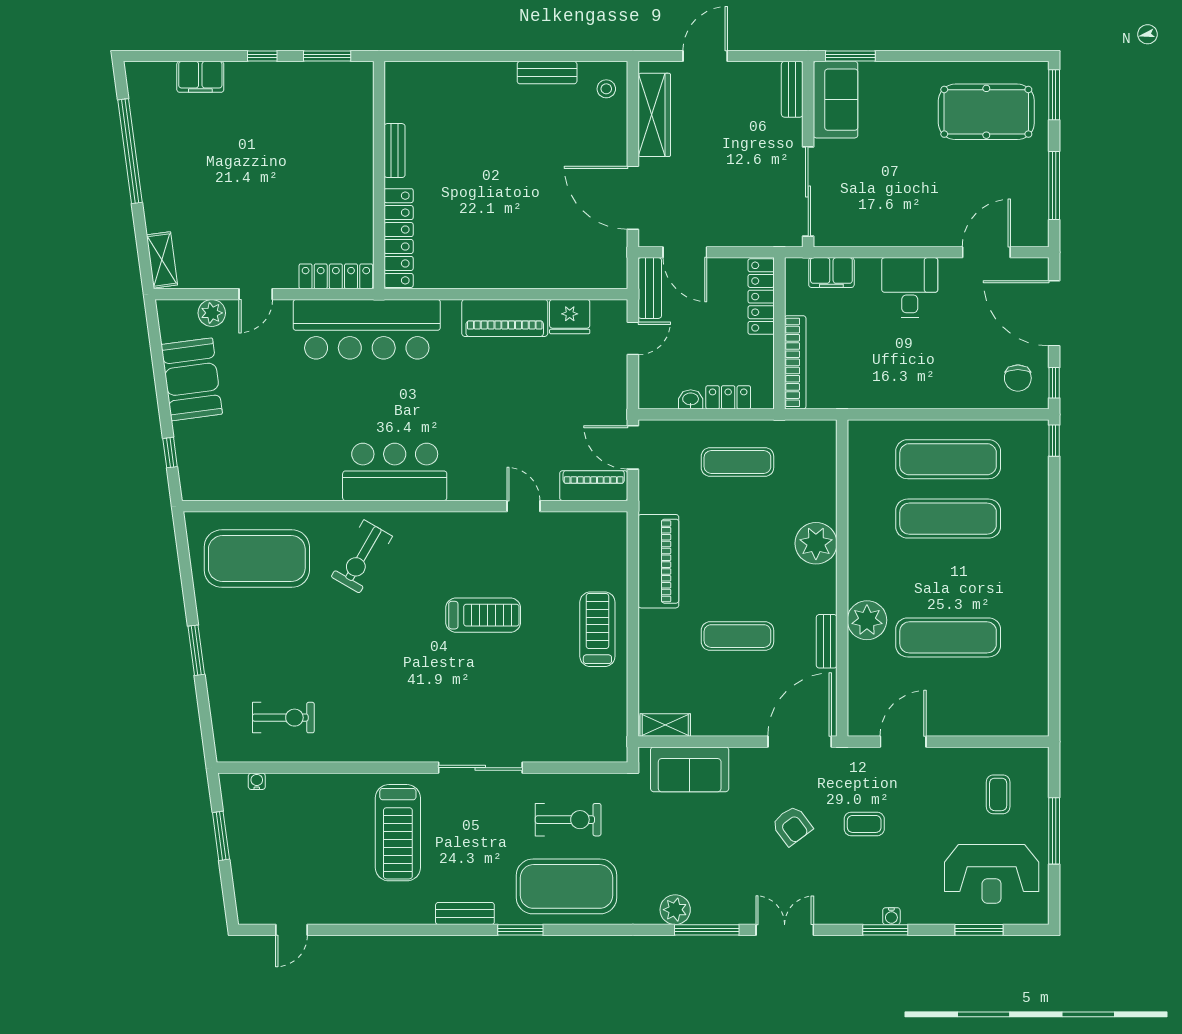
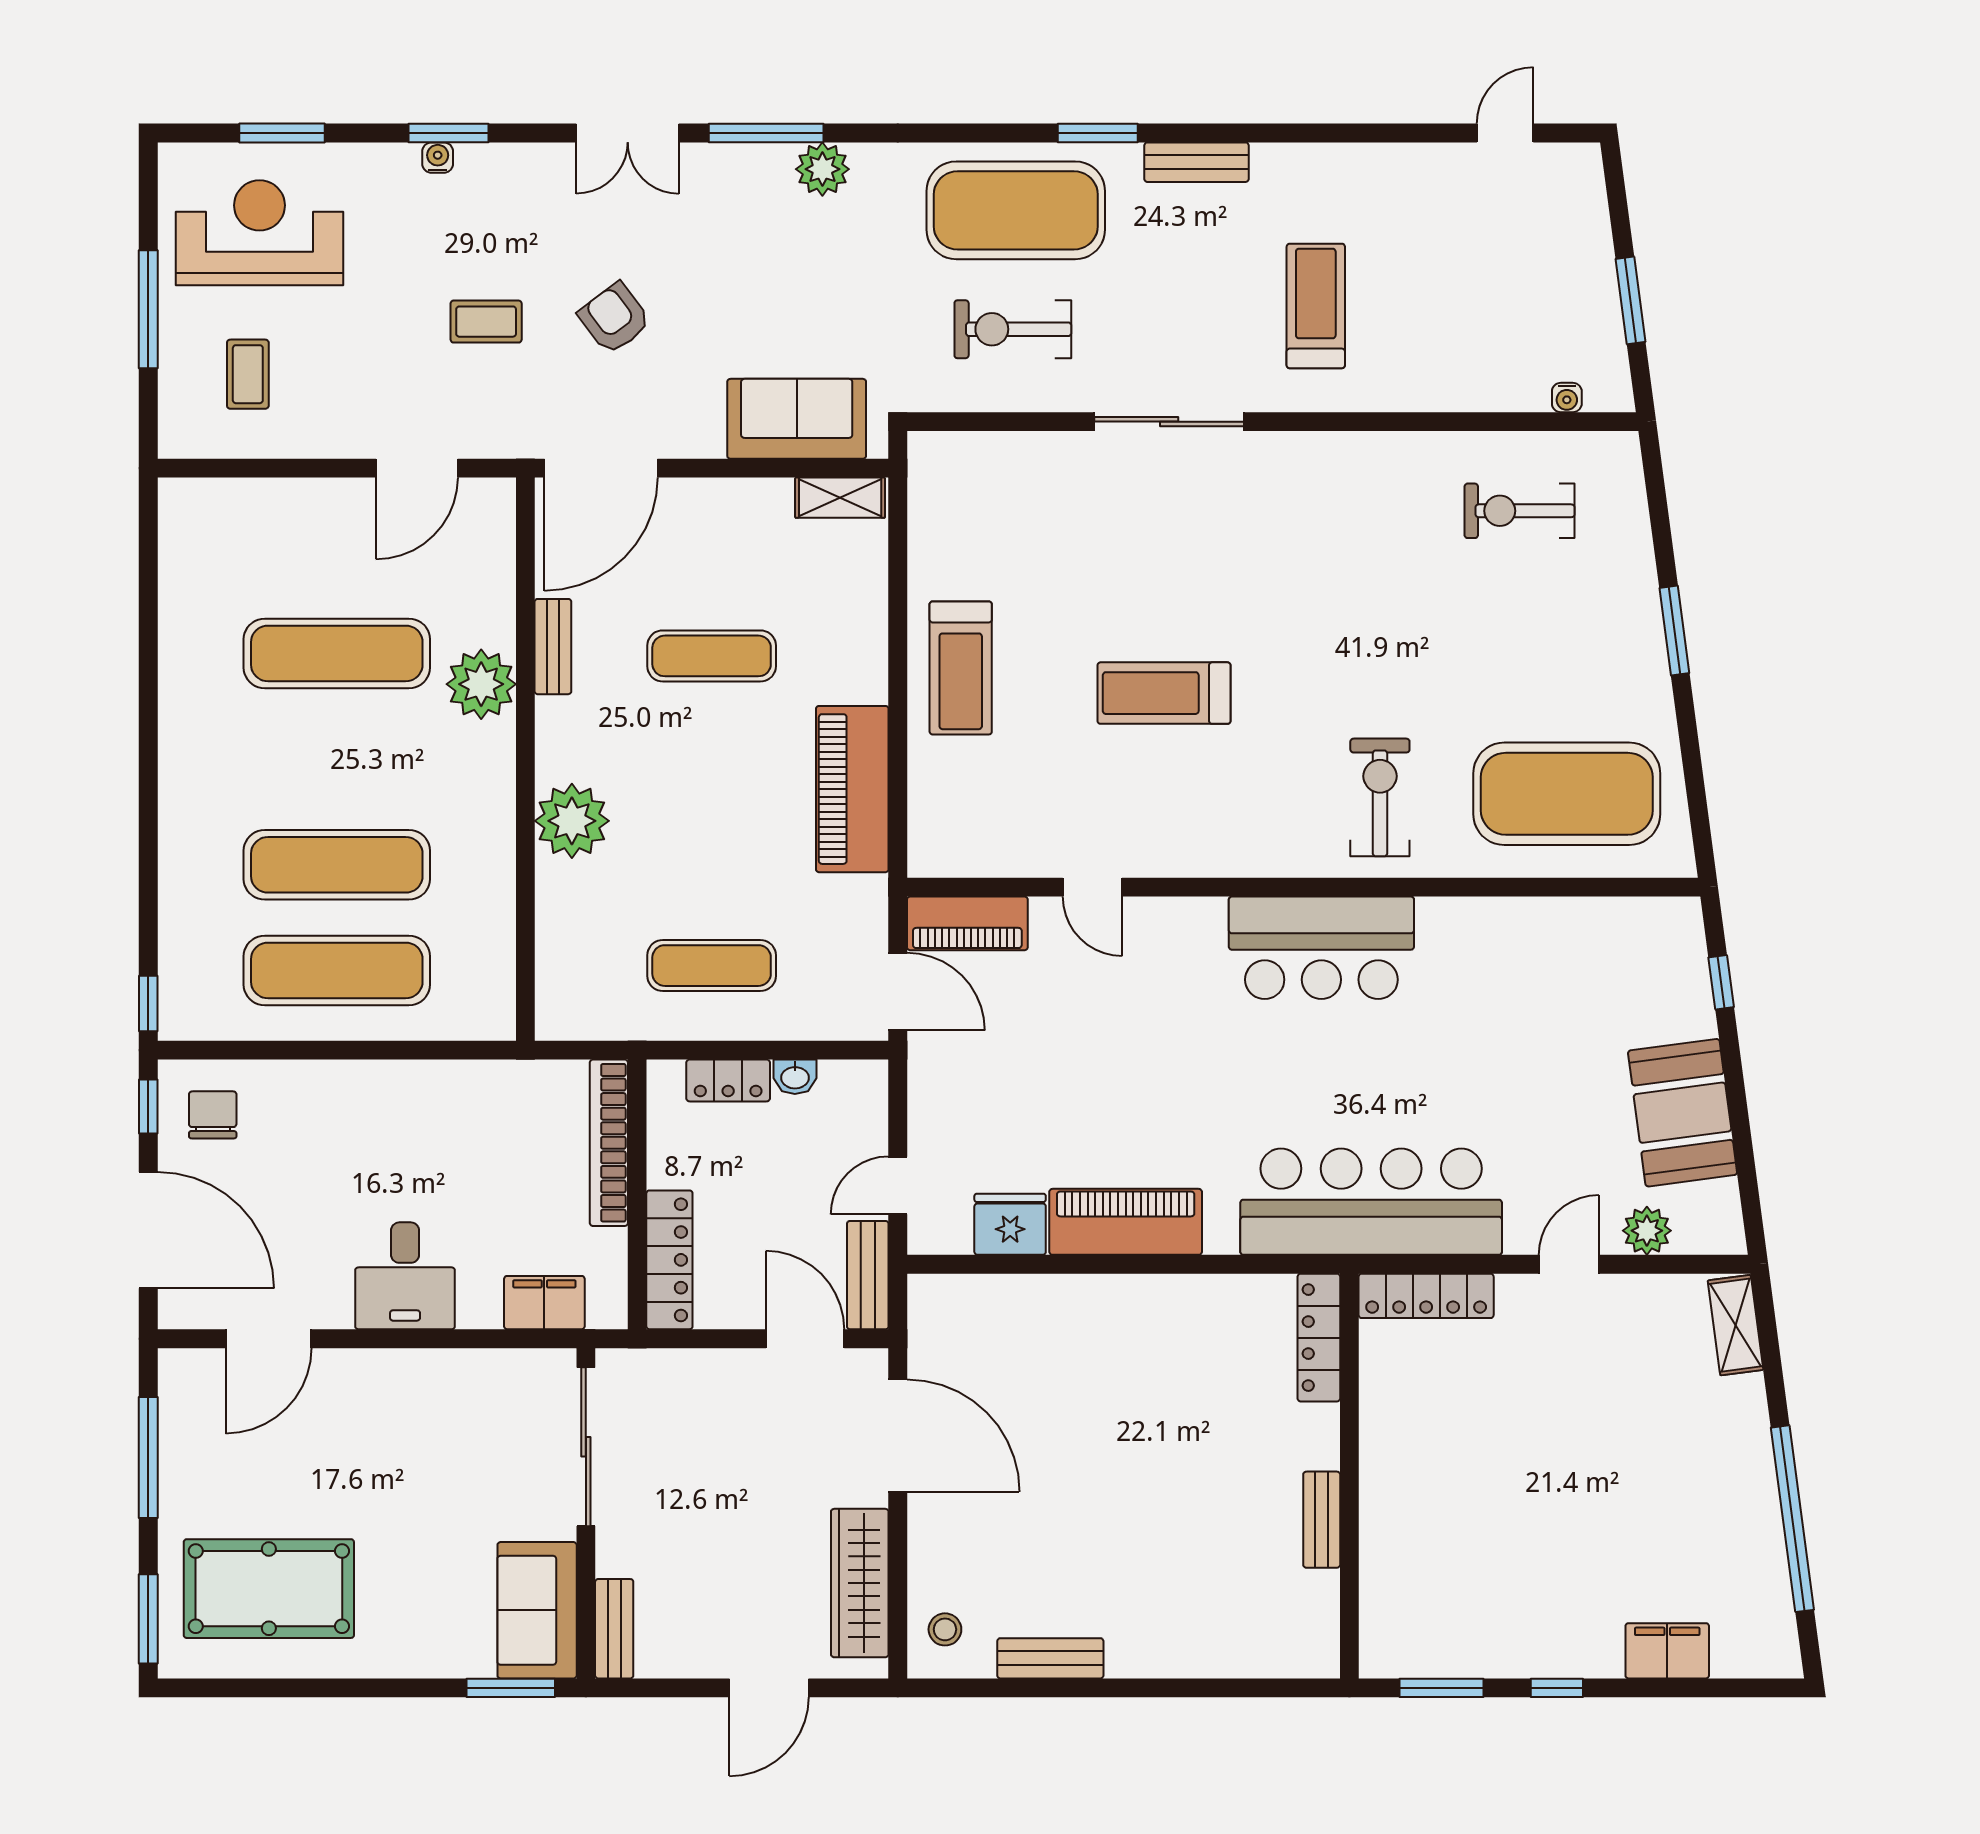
locker: (399, 238) -> (1319, 1338), width x0.71, depth x0.83
exercise bike: (362, 556) -> (1380, 797), turned -30
treadmill: (398, 833) -> (1316, 306), width x0.73, depth x0.73

